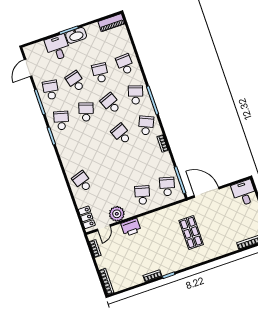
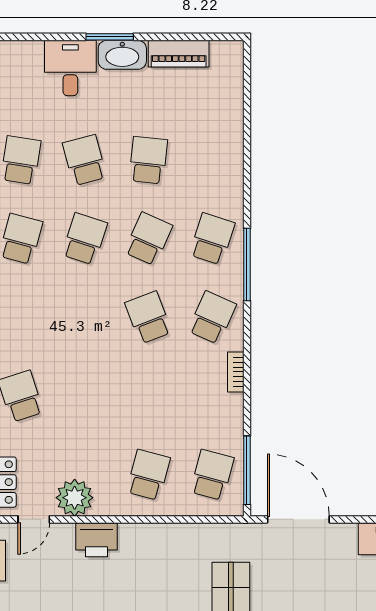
piano: (111, 23) -> (179, 54), moved
school desk: (125, 64) -> (212, 160), removed
school desk: (111, 103) -> (148, 239), turned 45

